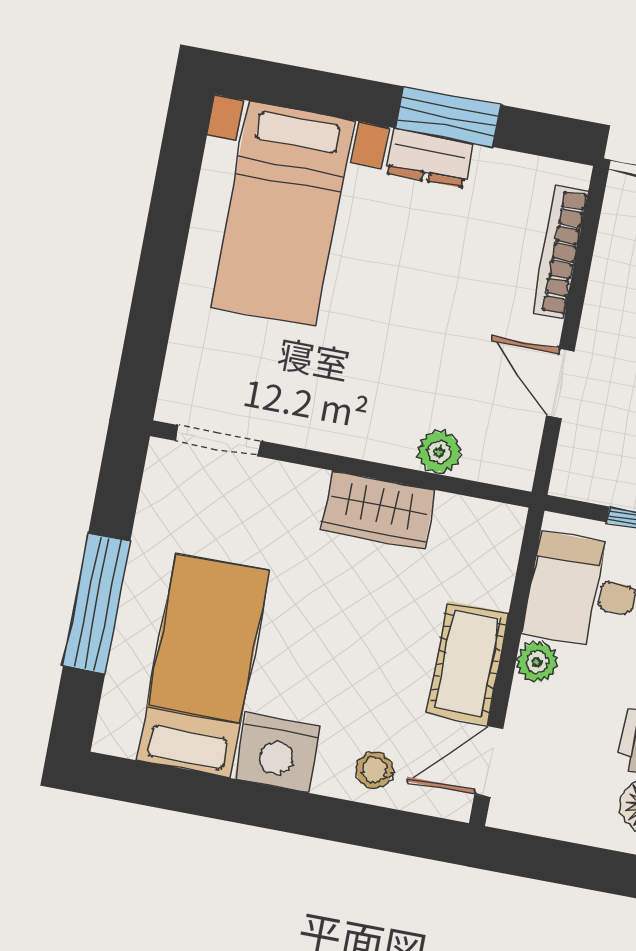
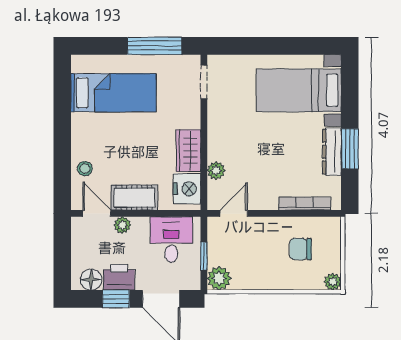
dresser: (429, 158) -> (332, 152), width x1.44
door: (560, 384) -> (234, 213), moved
window: (97, 604) -> (155, 46), moved
plant: (537, 662) -> (122, 225), moved
nightstand: (277, 753) -> (187, 189), moved, turned 180

